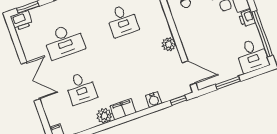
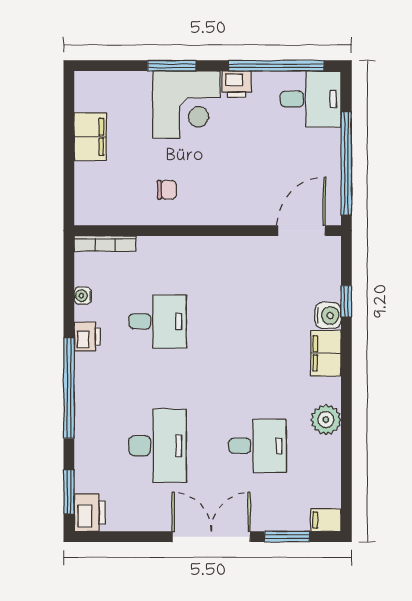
plant: (169, 44) -> (233, 250), removed
window: (228, 83) -> (346, 163), width x2.11
window: (178, 100) -> (346, 301), moved
filing cabinet: (123, 109) -> (326, 353), moved
window: (43, 117) -> (287, 537), added

